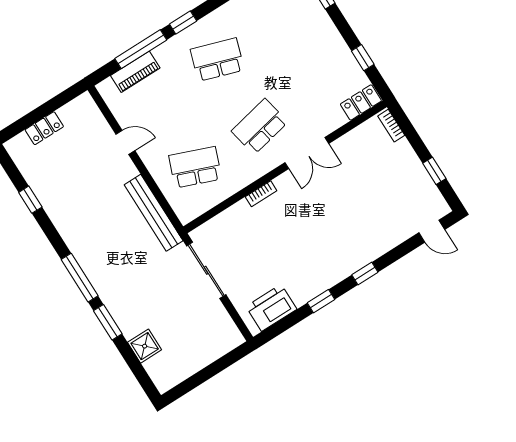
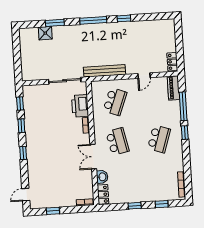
window: (363, 58) -> (135, 206), moved
piano: (135, 72) -> (173, 88), moved
washbasin: (333, 120) -> (102, 177), added
locker: (44, 128) -> (172, 62), moved
window: (30, 200) -> (124, 18), moved
printer: (271, 308) -> (80, 106), moved, turned 180
window: (108, 322) -> (55, 23), moved
window: (285, 324) -> (20, 103), added

